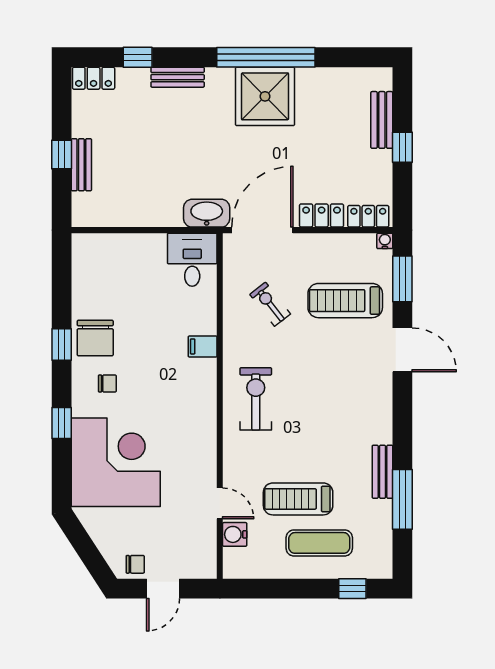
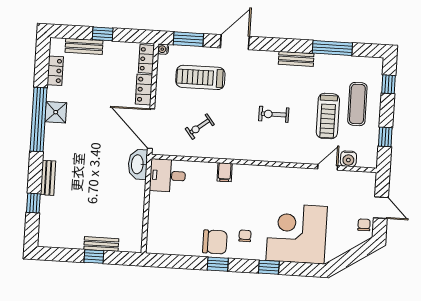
locker: (94, 78) -> (55, 71), moved
shower: (265, 96) -> (56, 112), width x0.54, depth x0.54
treadmill: (345, 301) -> (200, 77), turned 90
exercise bike: (256, 399) -> (274, 114), moved, width x0.73, depth x0.72
bench: (383, 472) -> (296, 59), moved
window: (272, 589) -> (385, 137), added

